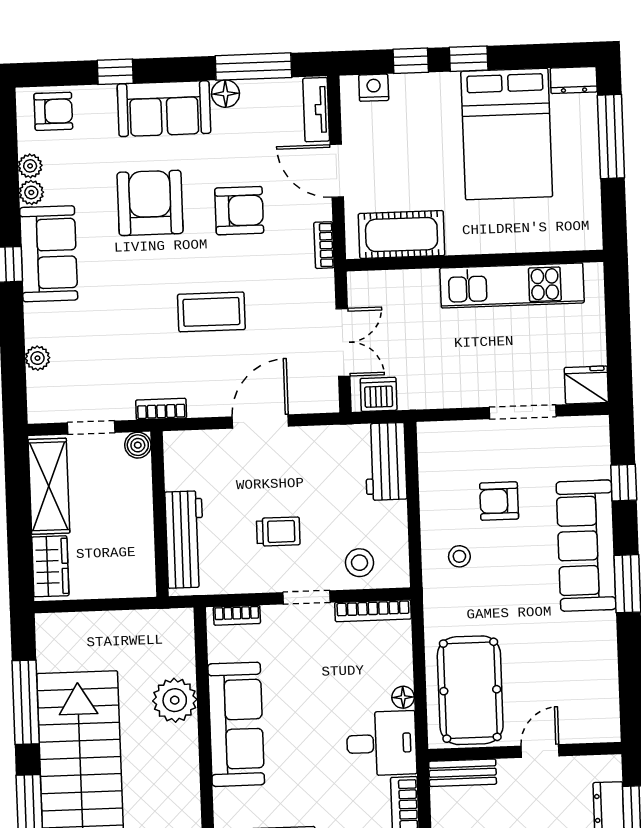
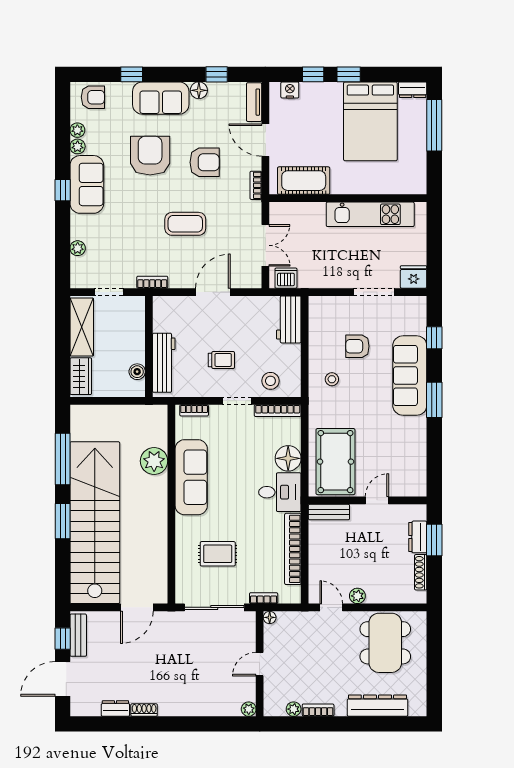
window: (253, 67) -> (217, 74), width x0.46
boiler: (138, 445) -> (137, 372), moved
floor lamp: (403, 697) -> (288, 458), width x1.89, depth x1.89

